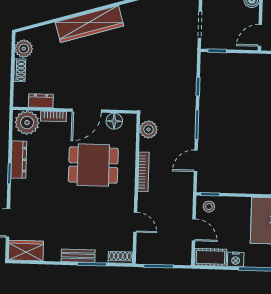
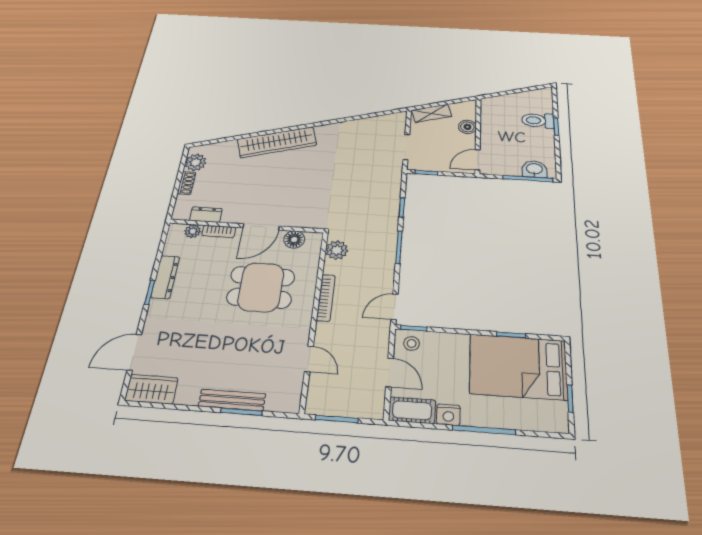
plant: (27, 123) -> (193, 231), width x0.53, depth x0.53
door: (196, 161) -> (394, 307), moved
bench: (78, 256) -> (232, 400), width x1.36
shoe rack: (120, 257) -> (283, 404), removed

